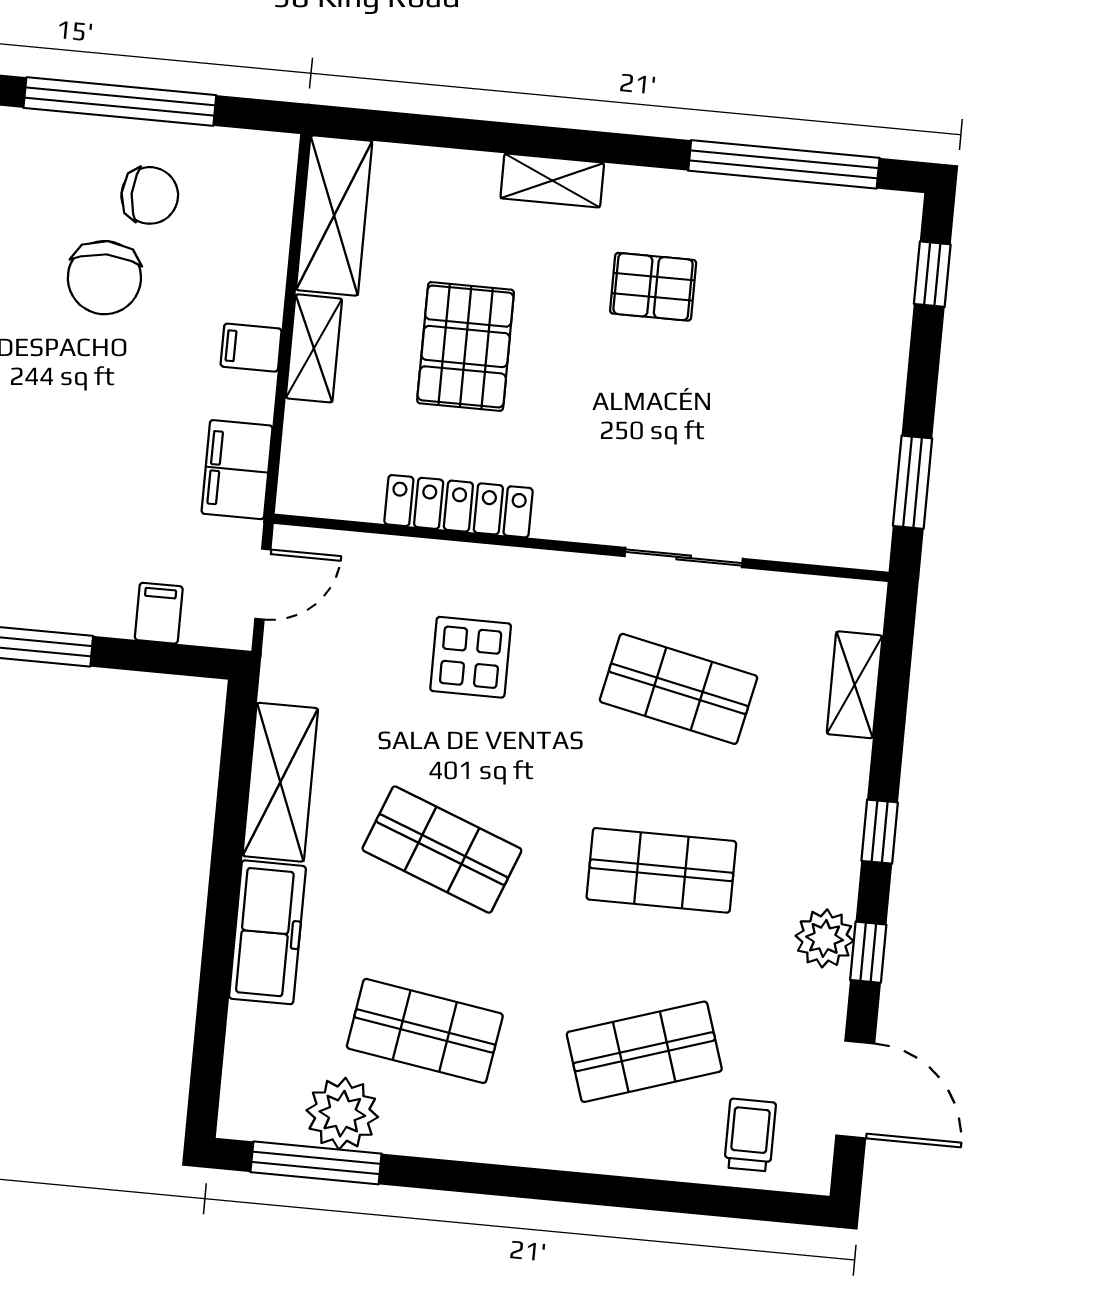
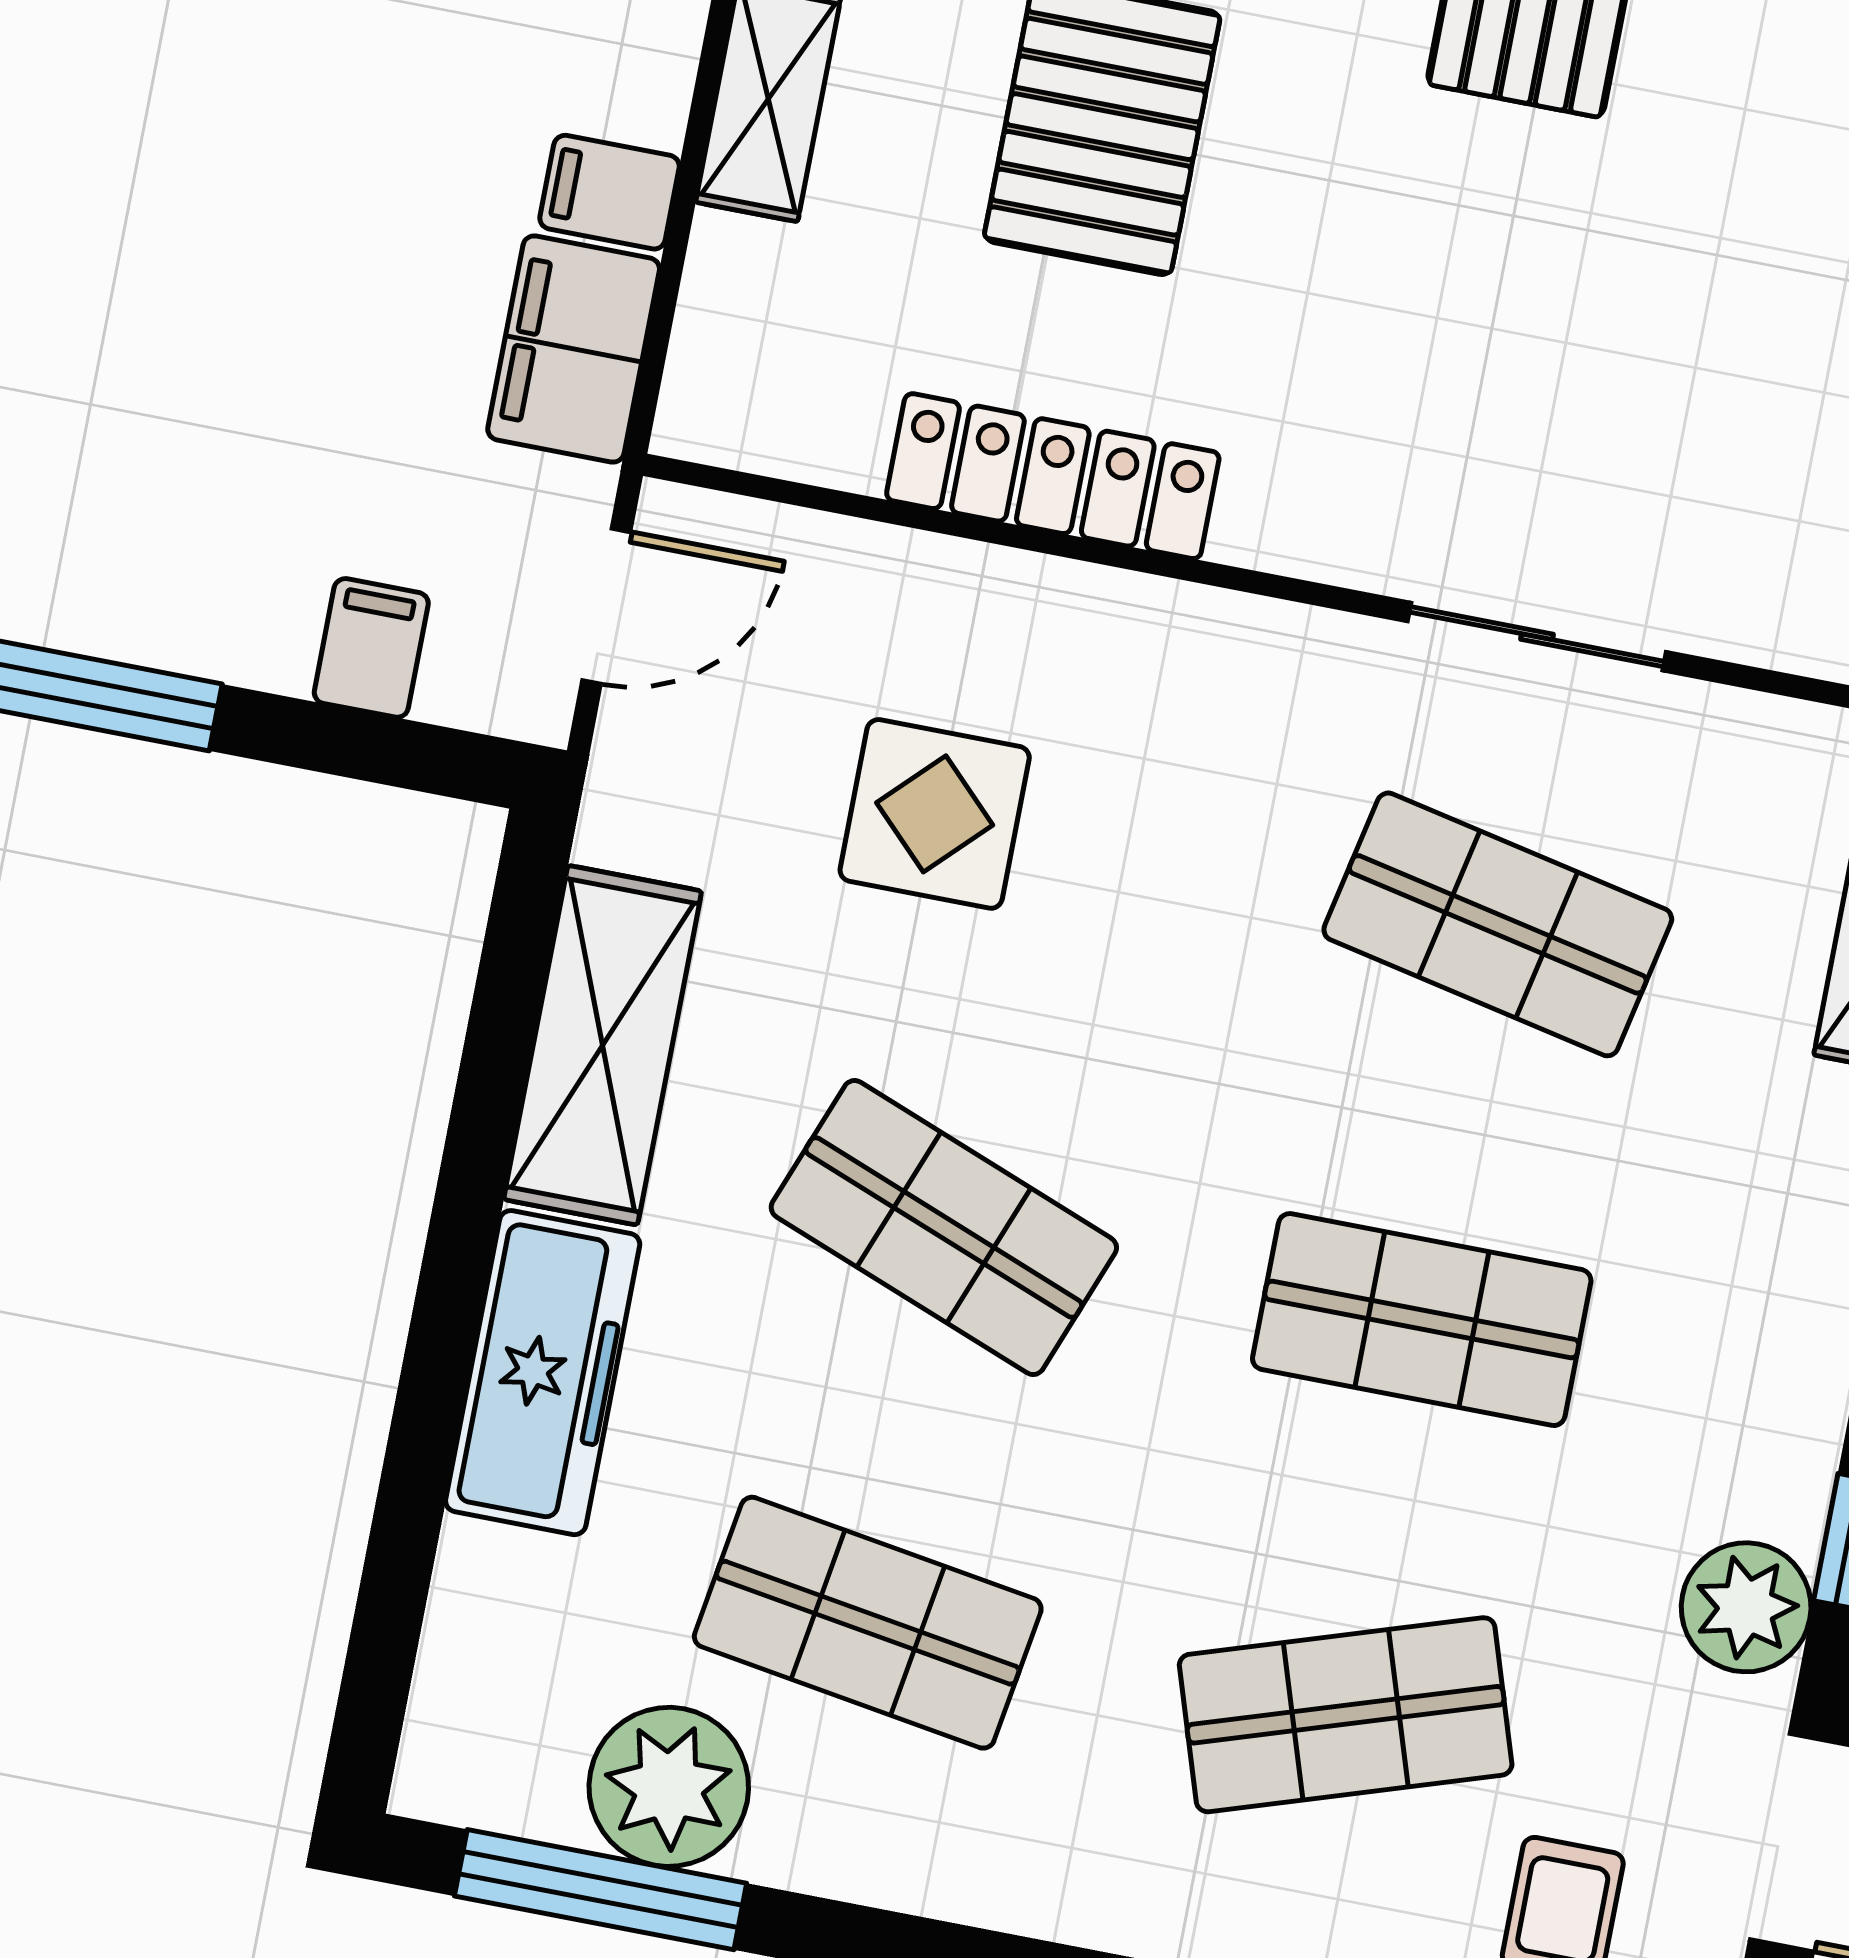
filing cabinet: (251, 348) -> (610, 192), moved
display table: (471, 657) -> (935, 814), moved
plant: (825, 938) -> (1746, 1607), moved

